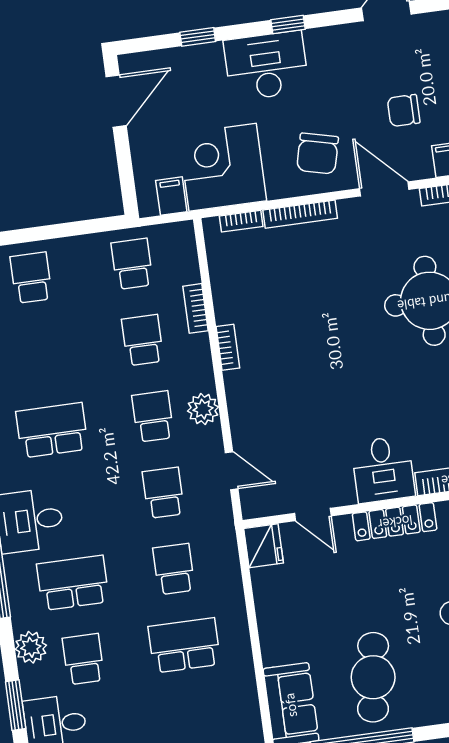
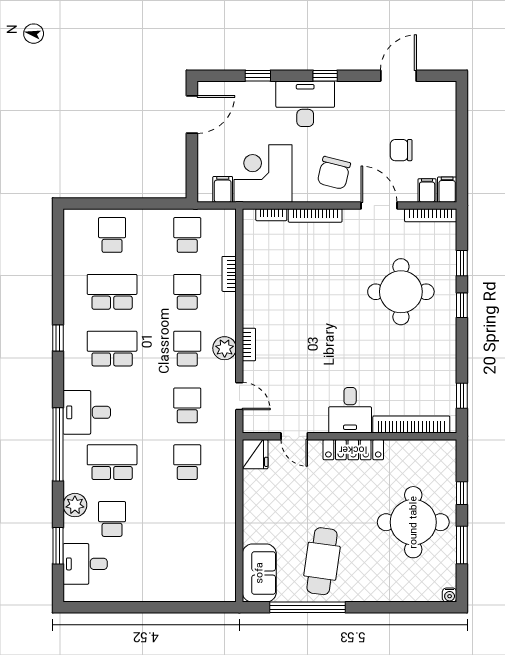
bookcase: (228, 347) -> (249, 344), moved
school desk: (184, 645) -> (112, 292), moved

